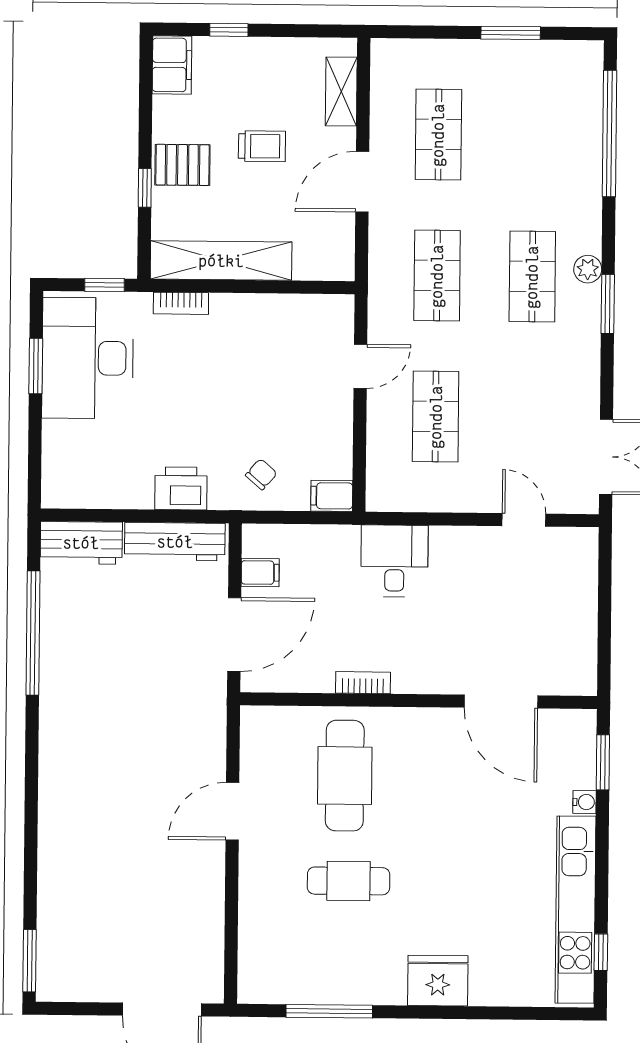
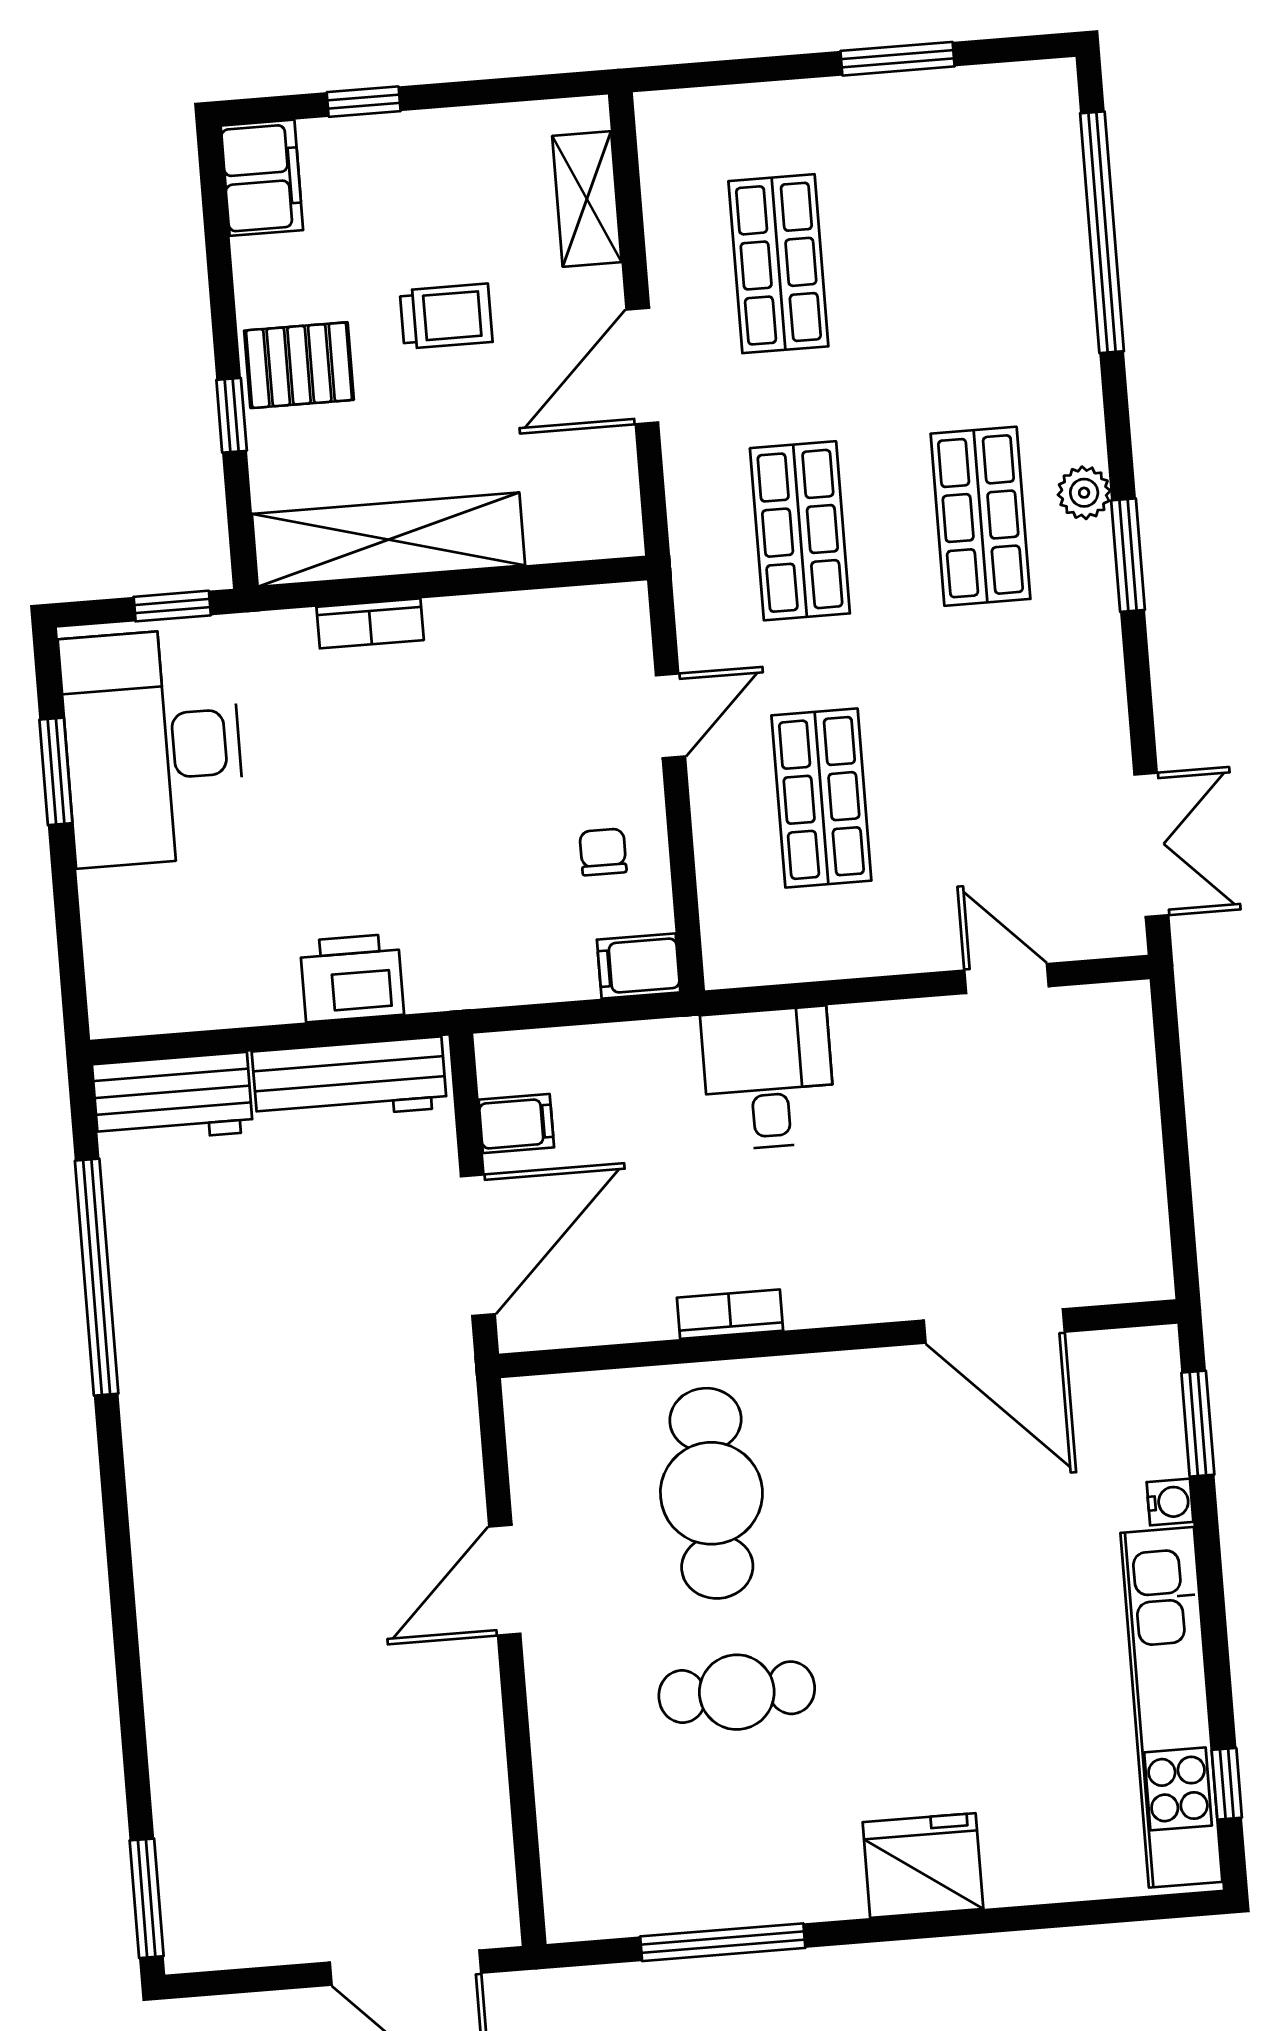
bookcase: (181, 303) -> (370, 623), moved
chair: (261, 474) -> (603, 852), moved, turned -41

